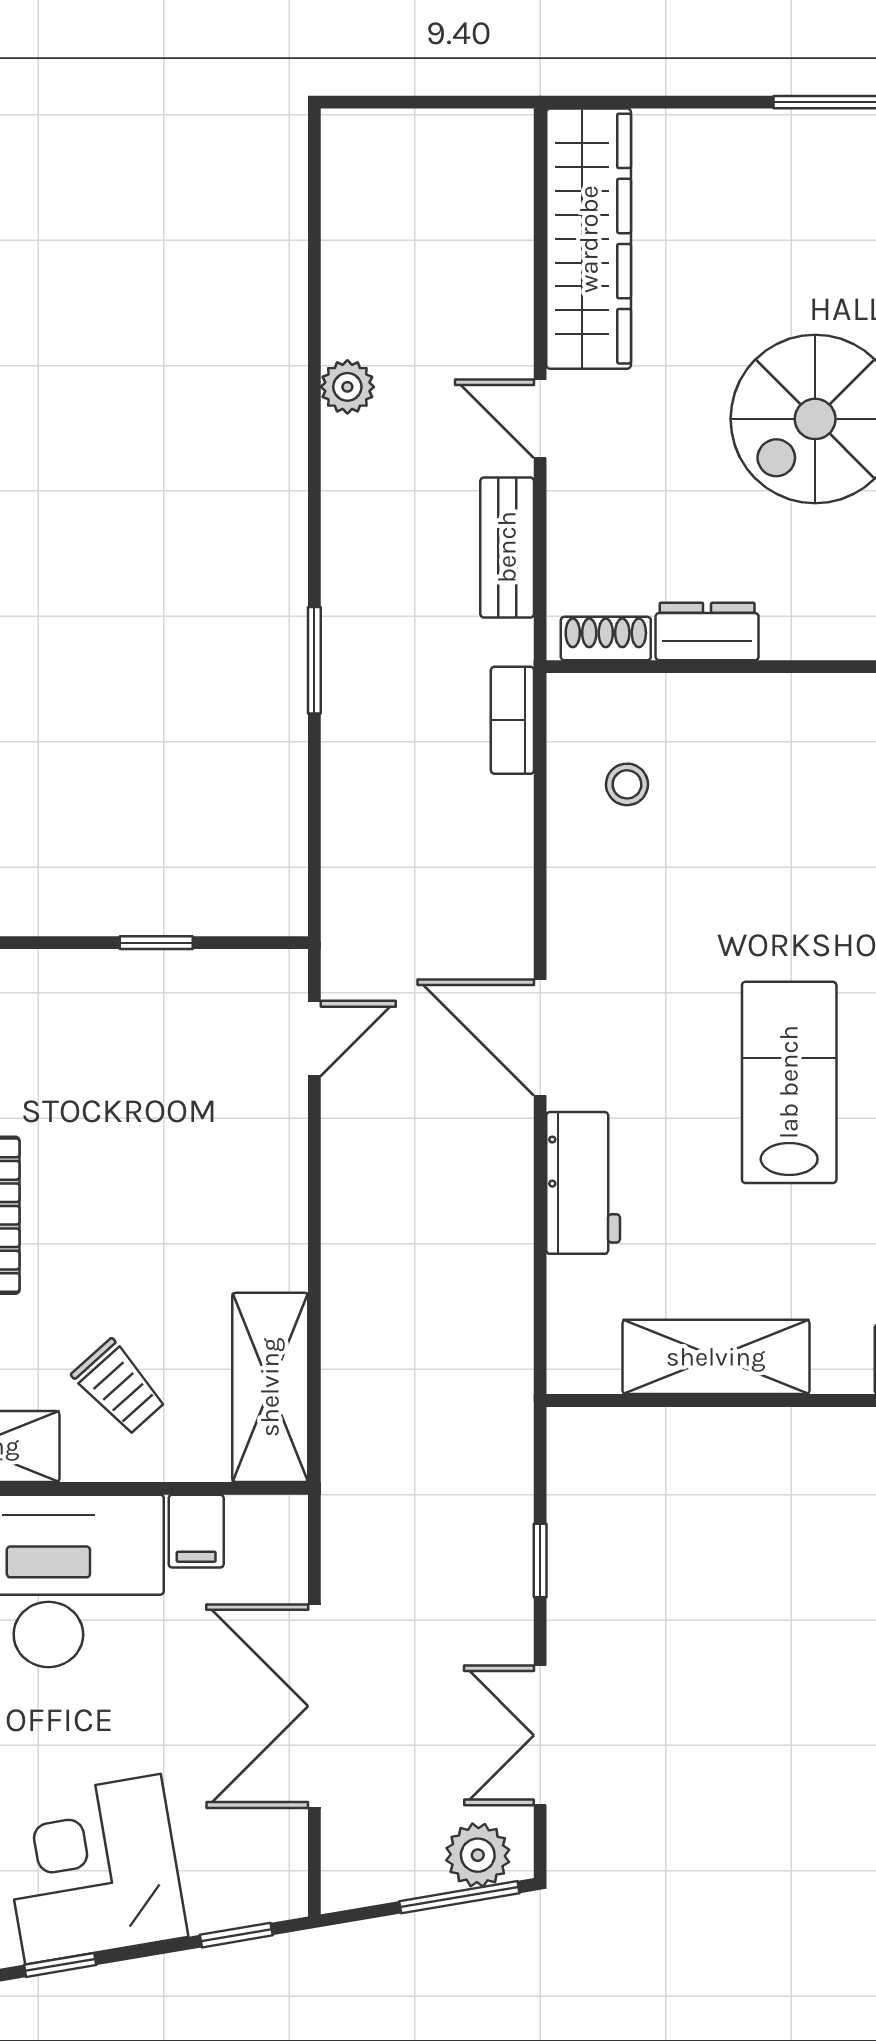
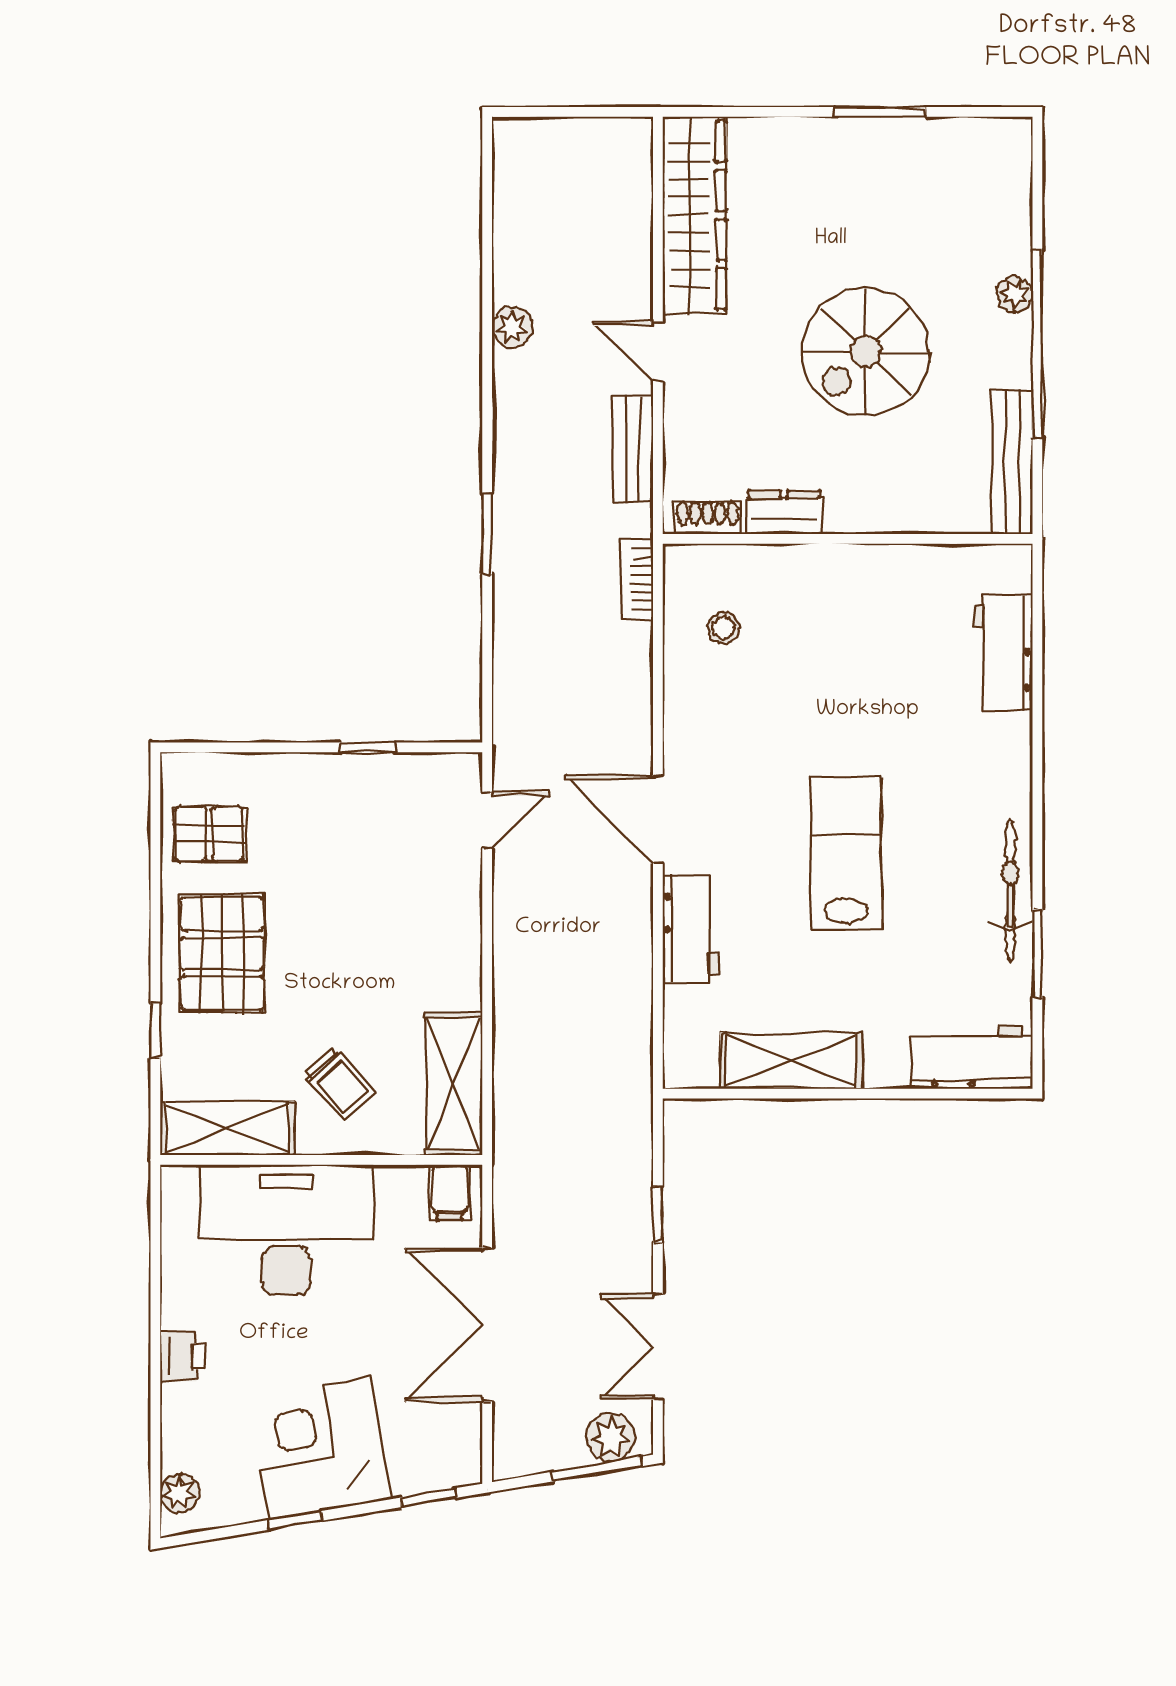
filing cabinet: (196, 1531) -> (450, 1192), moved

